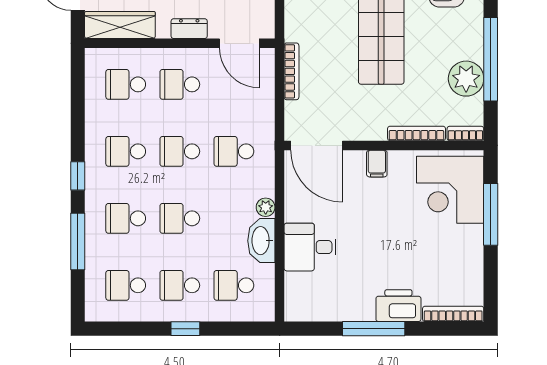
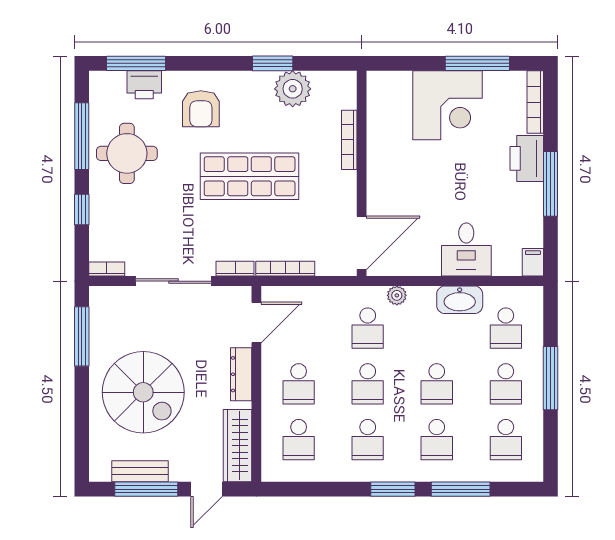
dresser: (189, 29) -> (241, 374), width x1.44
window: (491, 59) -> (273, 63), width x0.47
bookcase: (465, 133) -> (235, 269), moved, turned 90
filing cabinet: (377, 164) -> (533, 262), moved, turned -90
window: (78, 176) -> (393, 489), width x1.50
corner desk: (450, 190) -> (448, 105), moved
plant: (266, 207) -> (397, 295), moved
window: (491, 214) -> (477, 63), moved
window: (185, 329) -> (550, 378), width x2.17

